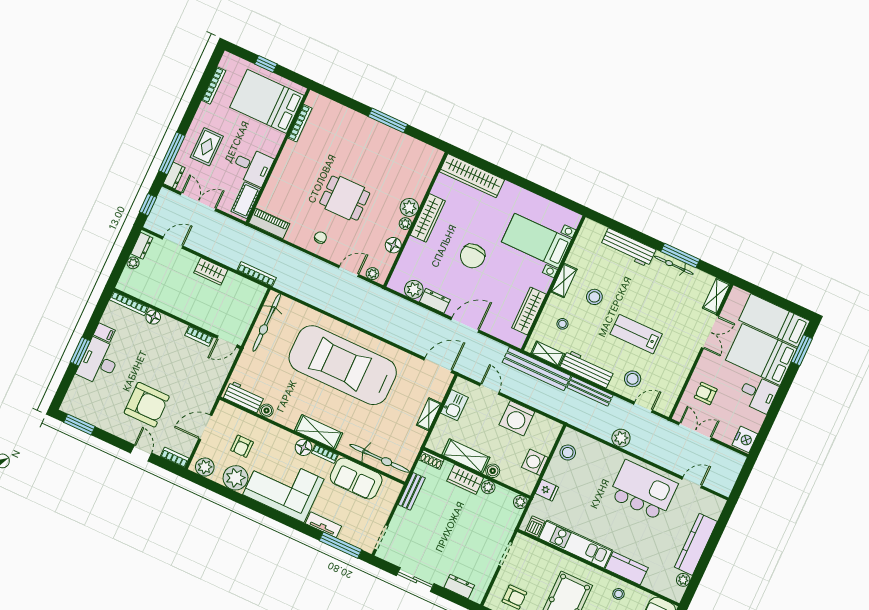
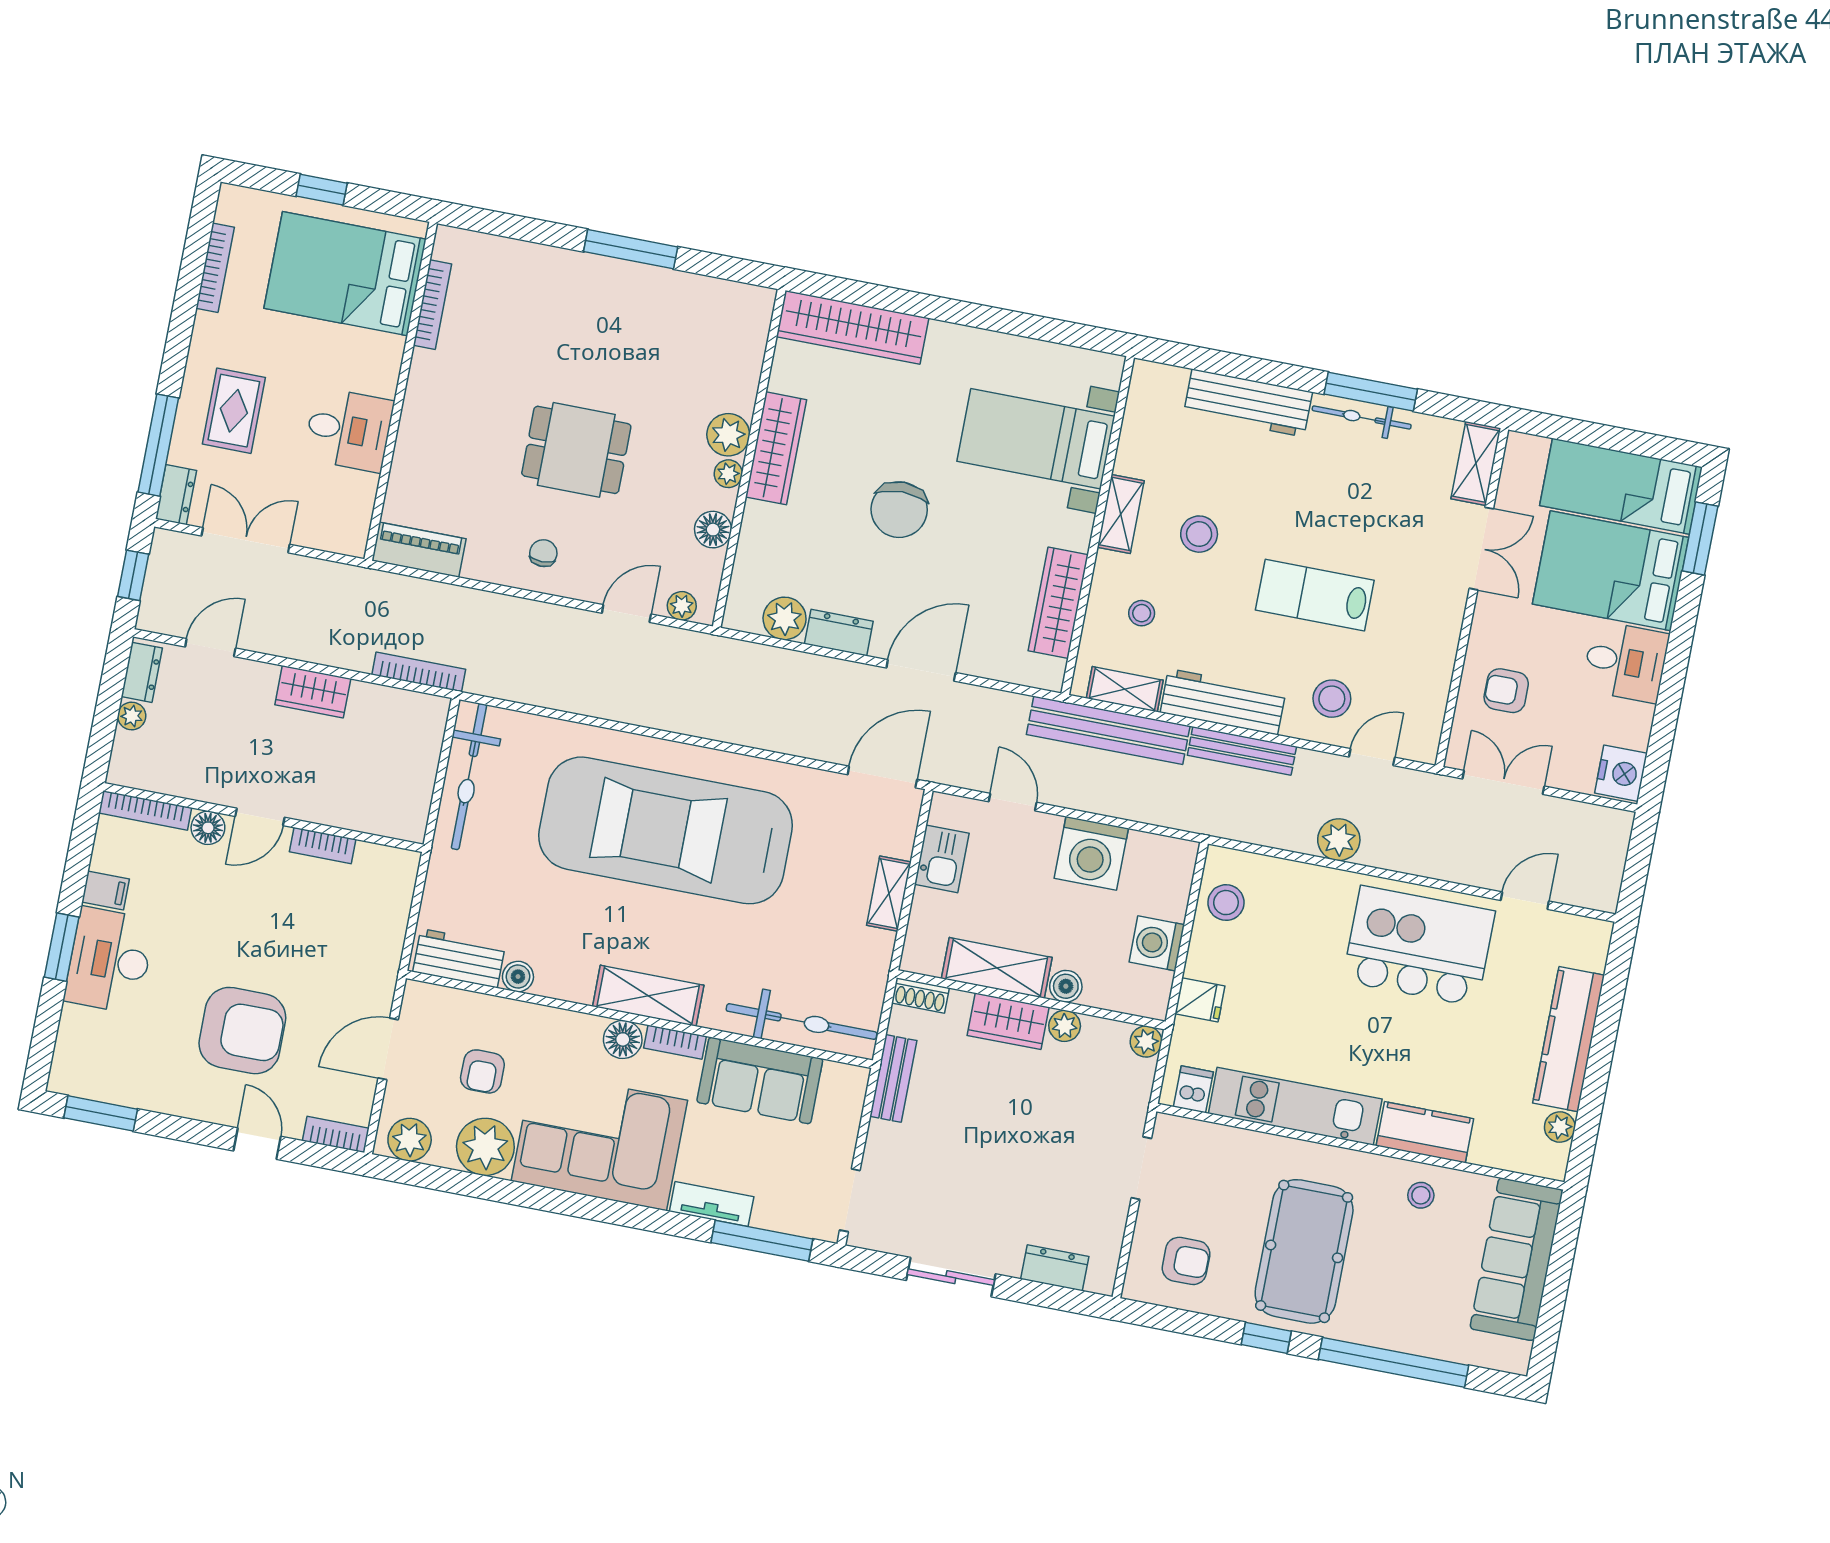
cot: (246, 200) -> (353, 510), removed
door: (227, 342) -> (260, 817), moved

